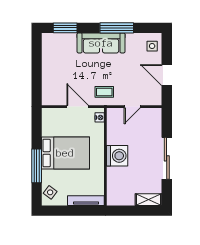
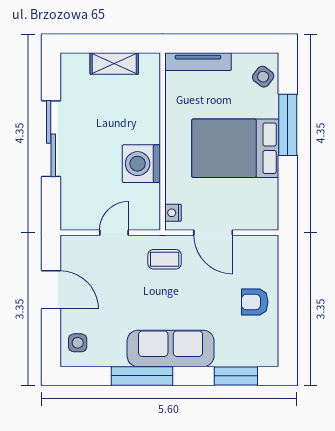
armchair: (55, 68) -> (255, 302), added
washing machine: (117, 156) -> (141, 164), moved
shelving: (149, 200) -> (114, 63), moved

